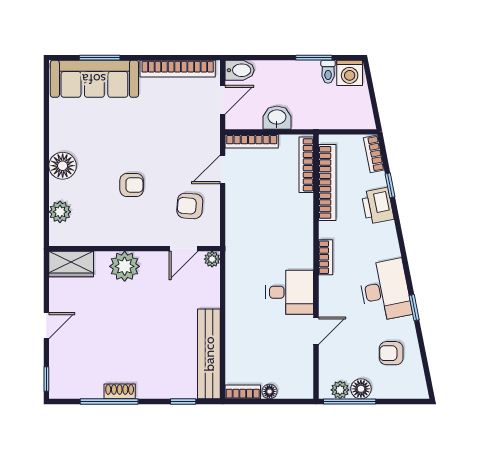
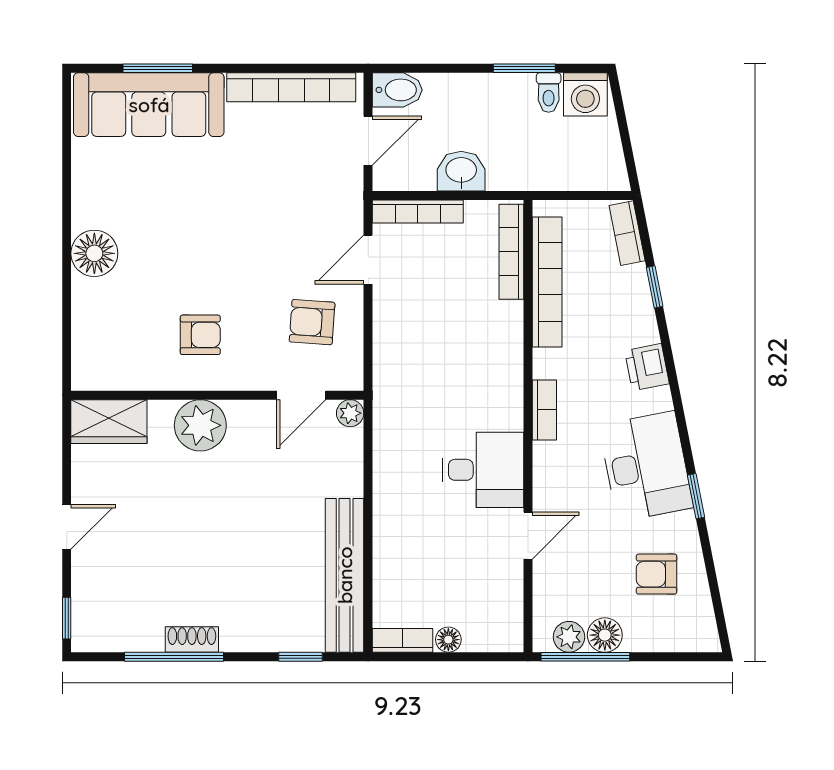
armchair: (132, 185) -> (200, 335), moved
printer: (378, 206) -> (647, 367), moved, width x0.73, depth x0.81
plant: (60, 212) -> (90, 332), removed

